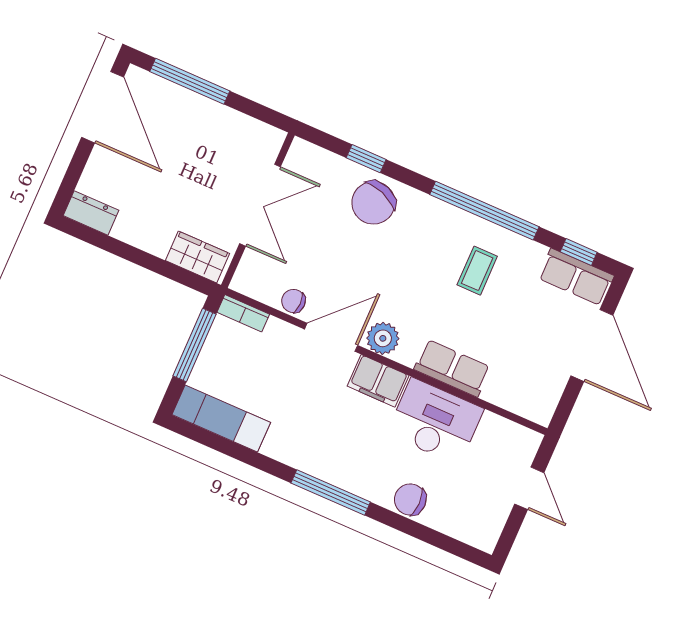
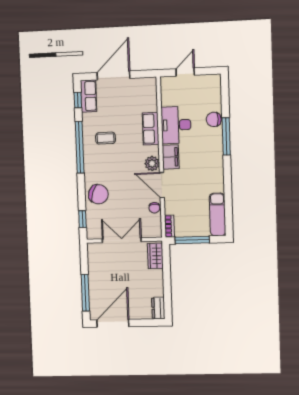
window: (366, 159) -> (82, 219), moved
window: (331, 492) -> (226, 136), moved
chair: (410, 500) -> (214, 119), turned 90

